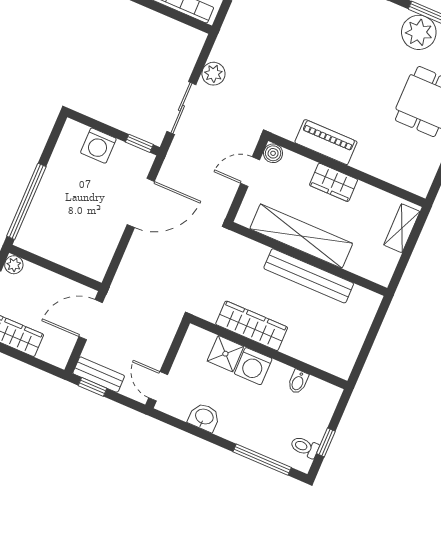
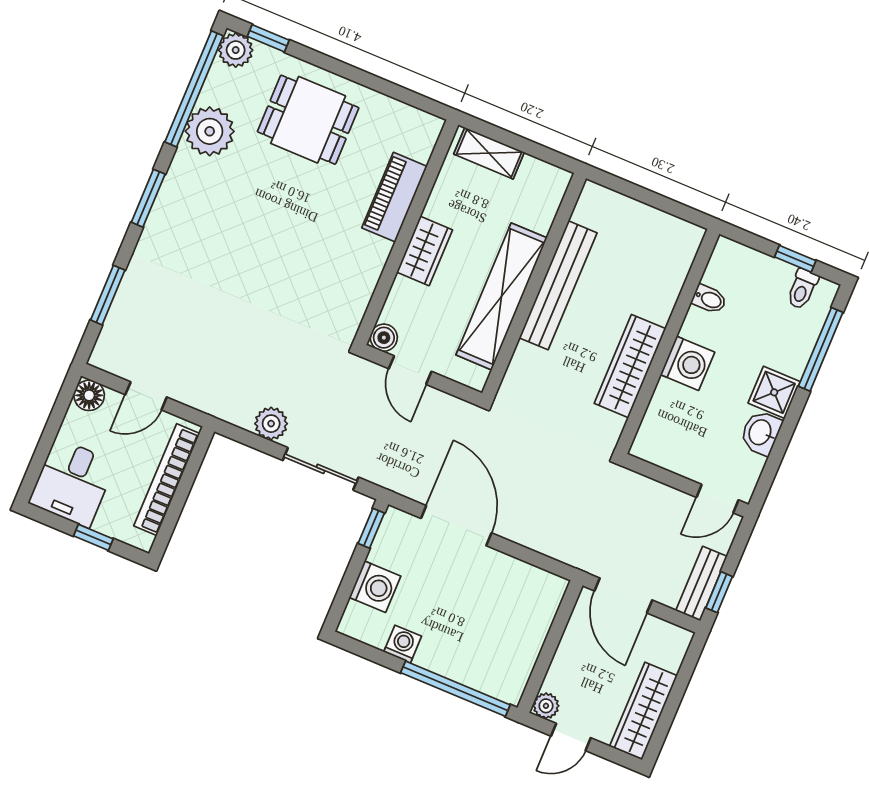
piano: (326, 142) -> (394, 197), moved
washing machine: (58, 165) -> (403, 644), added
shower: (225, 354) -> (774, 392), moved

